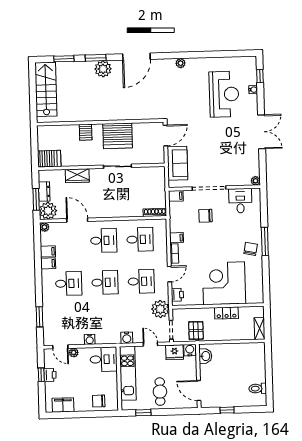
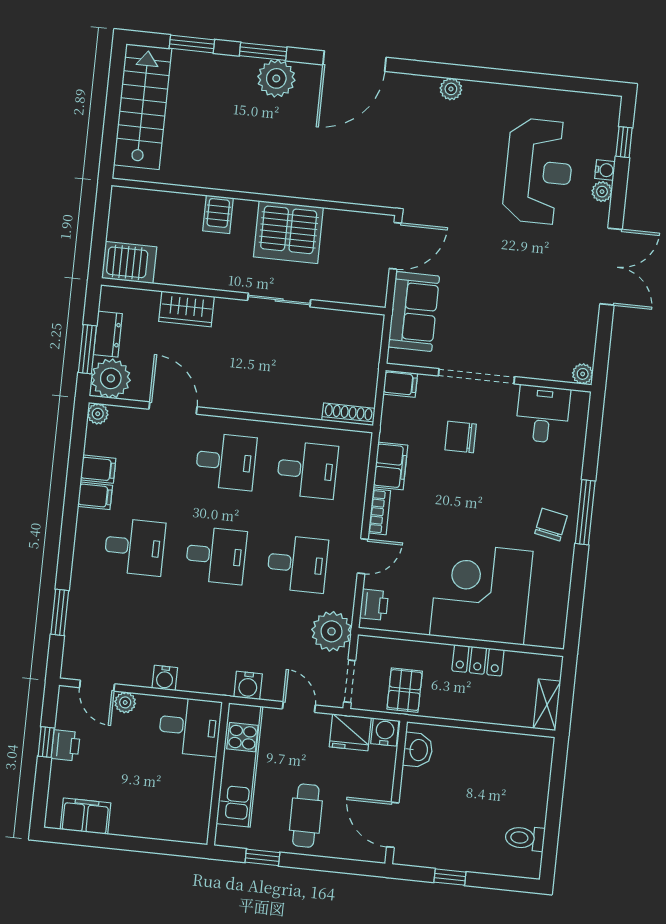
plant: (253, 99) -> (602, 192), added
filing cabinet: (177, 238) -> (391, 466), width x2.00
chair: (99, 401) -> (166, 818), removed

